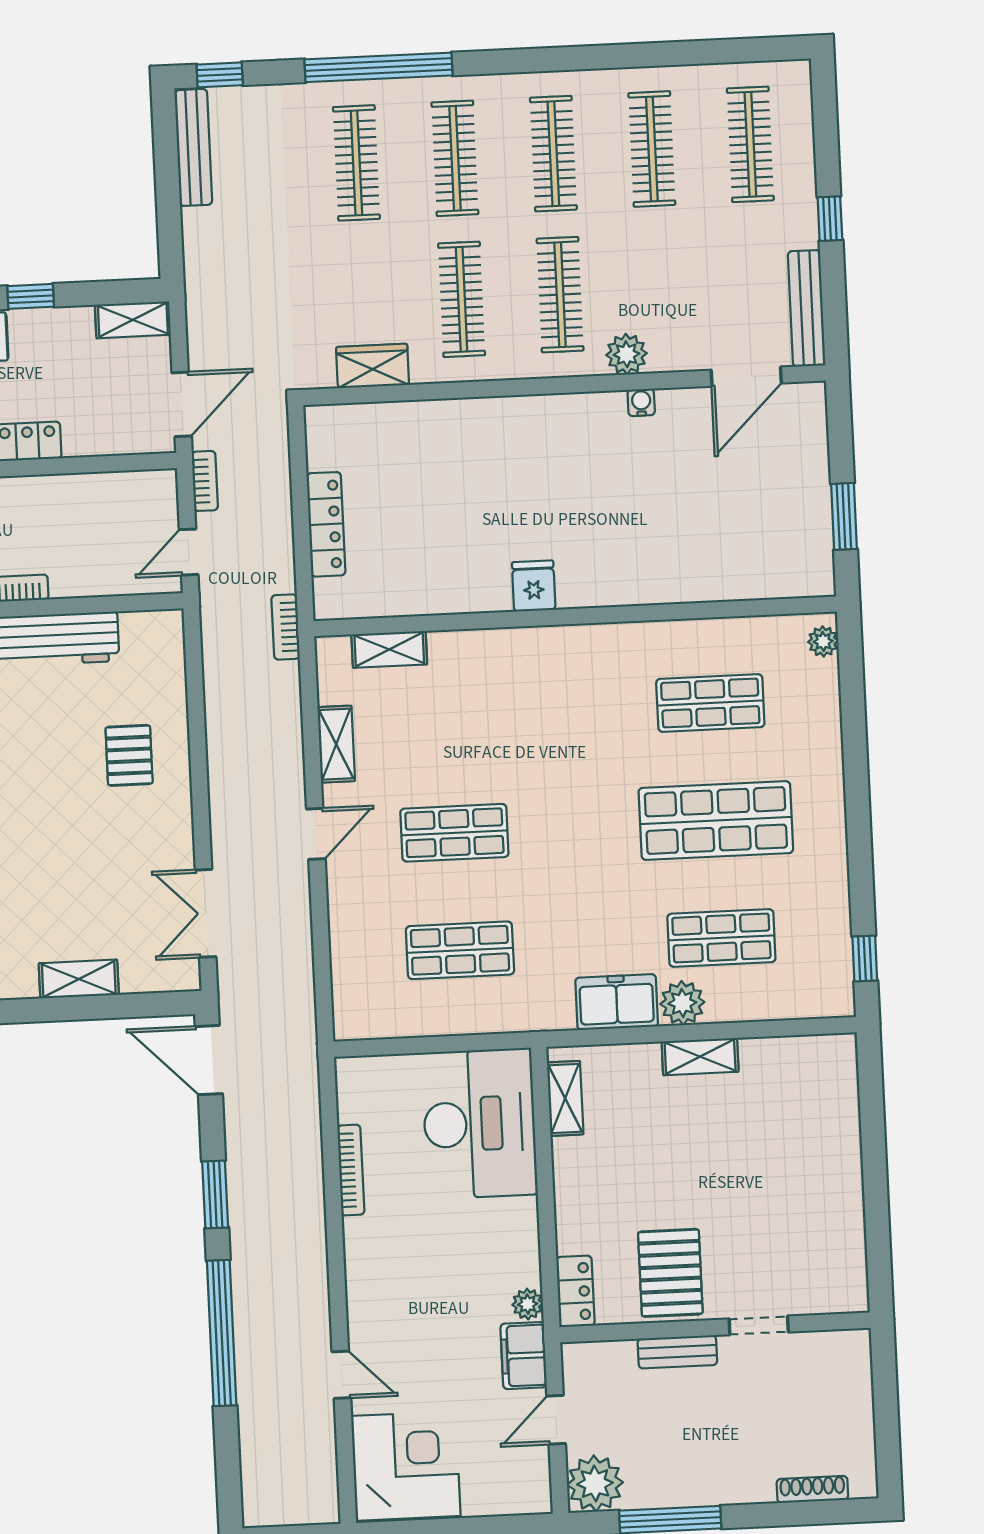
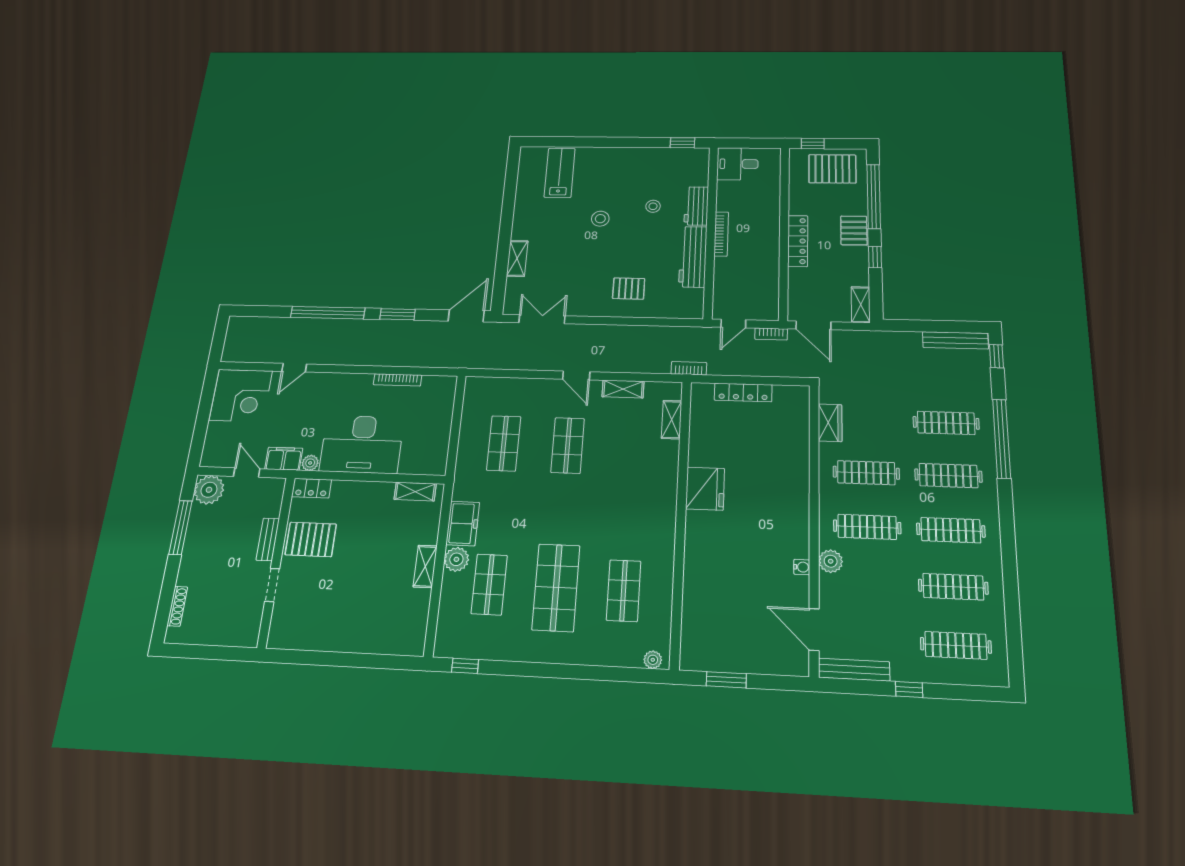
door: (189, 552) -> (733, 324), swing flipped
fridge: (534, 586) -> (705, 489), width x1.88, depth x1.34
desk: (479, 1124) -> (362, 444), moved

